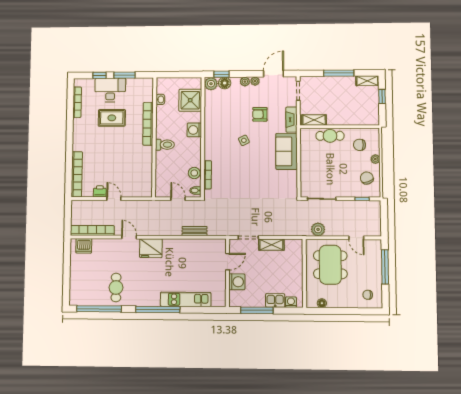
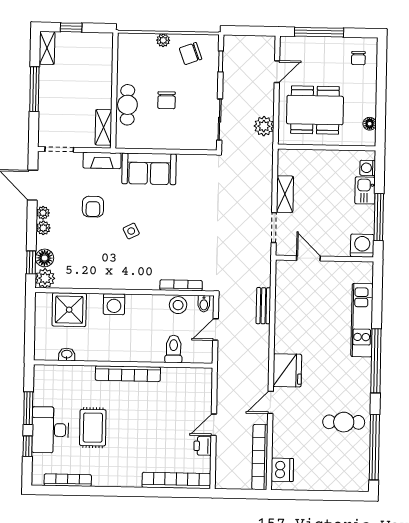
bookcase: (148, 124) -> (128, 374), moved
toilet: (165, 145) -> (174, 349), moved
chair: (360, 145) -> (167, 100), moved
washing machine: (237, 282) -> (362, 246), moved

